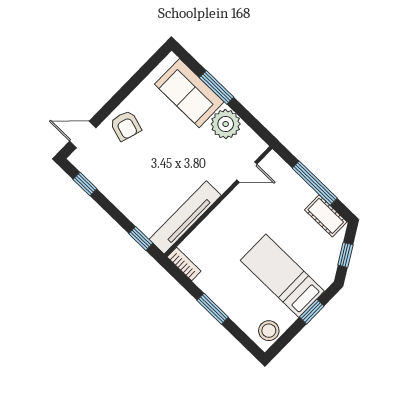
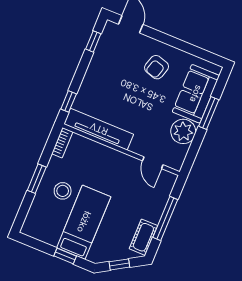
armchair: (126, 126) -> (157, 67), moved
stool: (269, 331) -> (63, 191), moved

